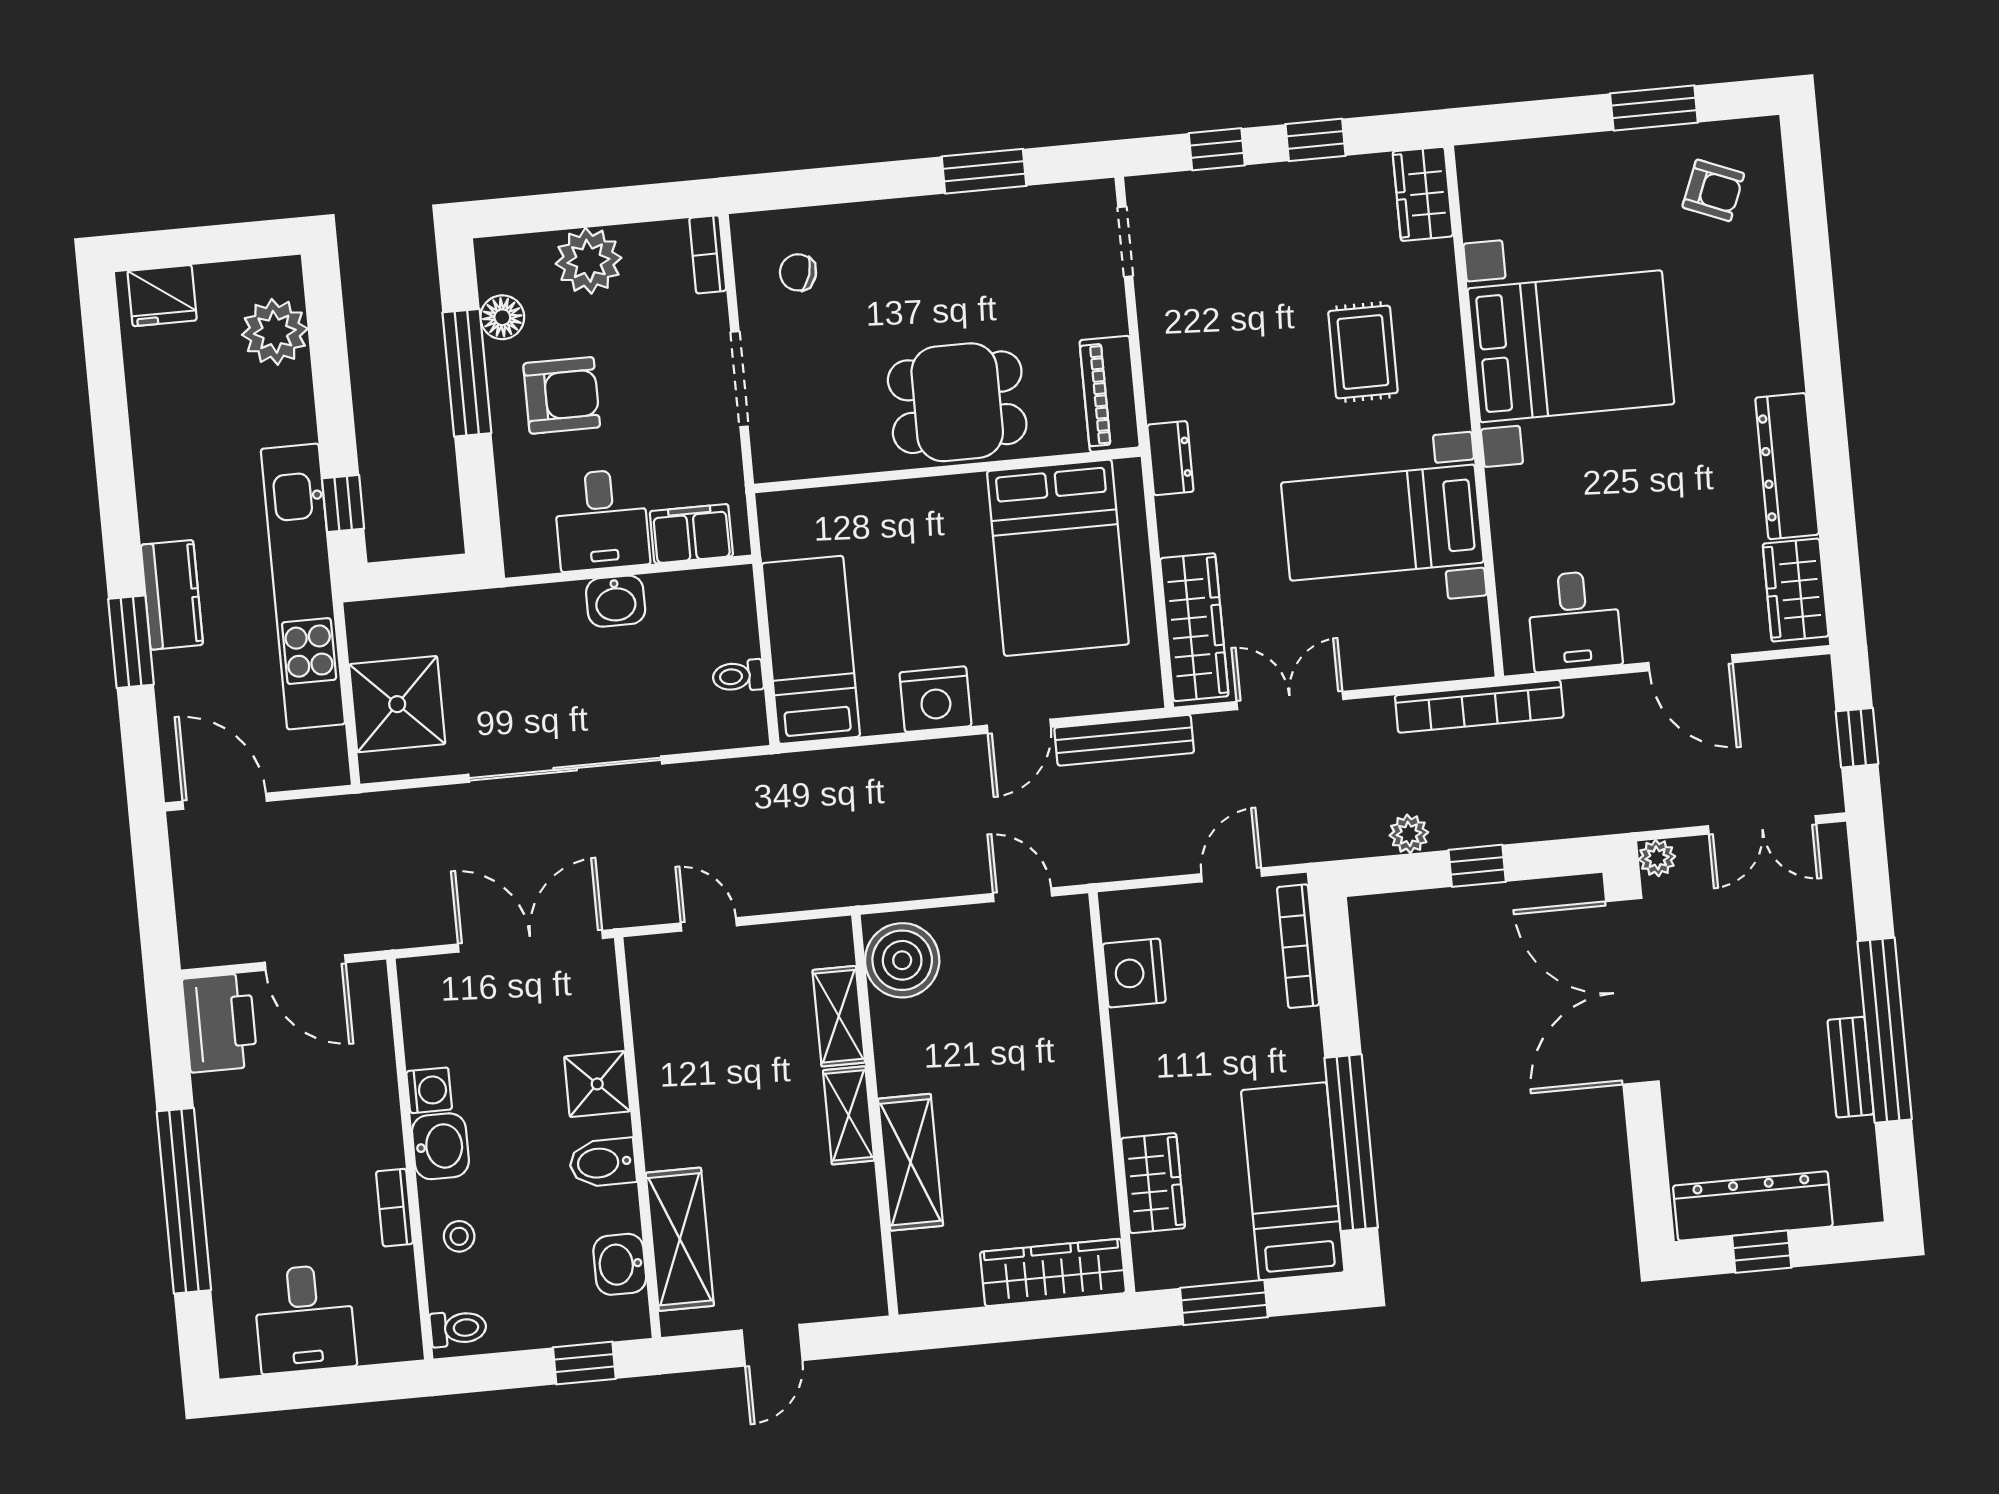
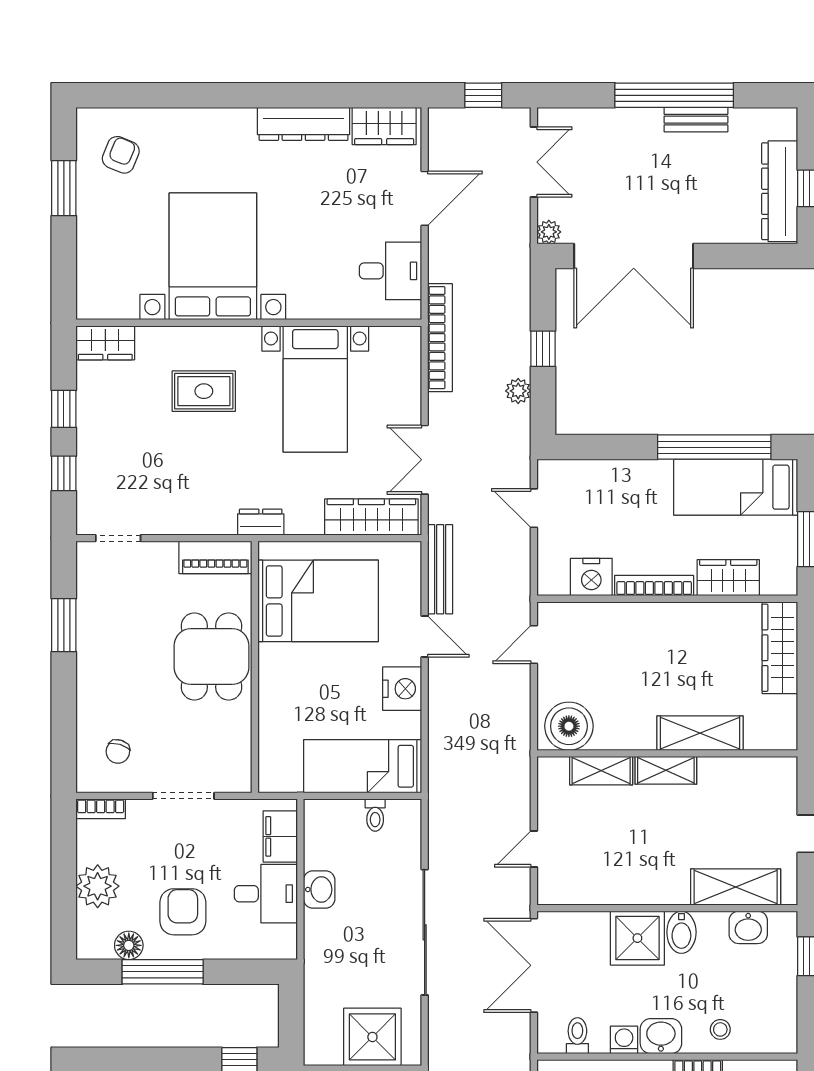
bookcase: (1298, 946) -> (654, 586), moved, turned 180
shower: (597, 1084) -> (637, 938), width x1.36, depth x1.36
toilet: (458, 1328) -> (577, 1036), moved

